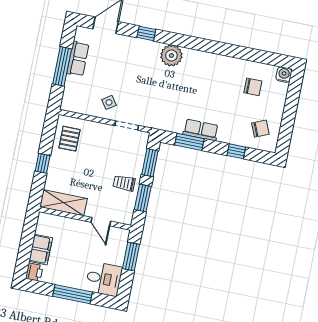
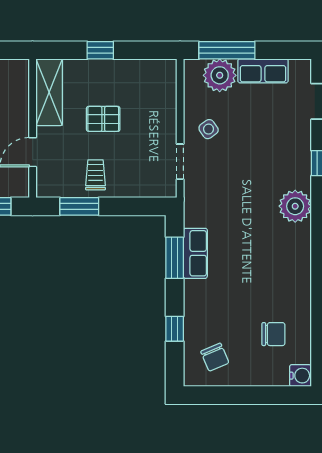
window: (62, 66) -> (227, 50), moved
chair: (253, 87) -> (273, 334), turned -90
plant: (75, 88) -> (220, 75), added
row of seats: (201, 130) -> (195, 253), moved
pallet: (69, 139) -> (103, 119), moved
window: (150, 163) -> (133, 206), removed

